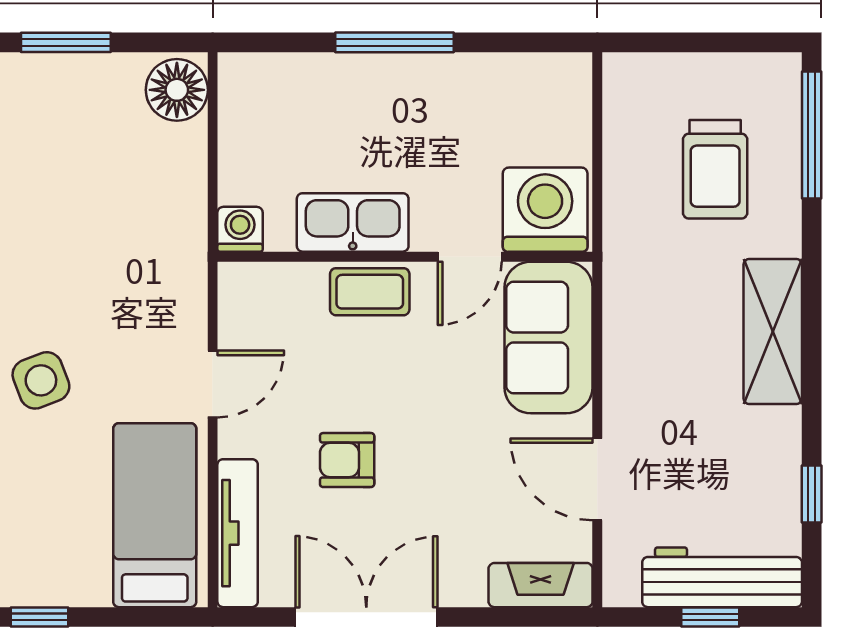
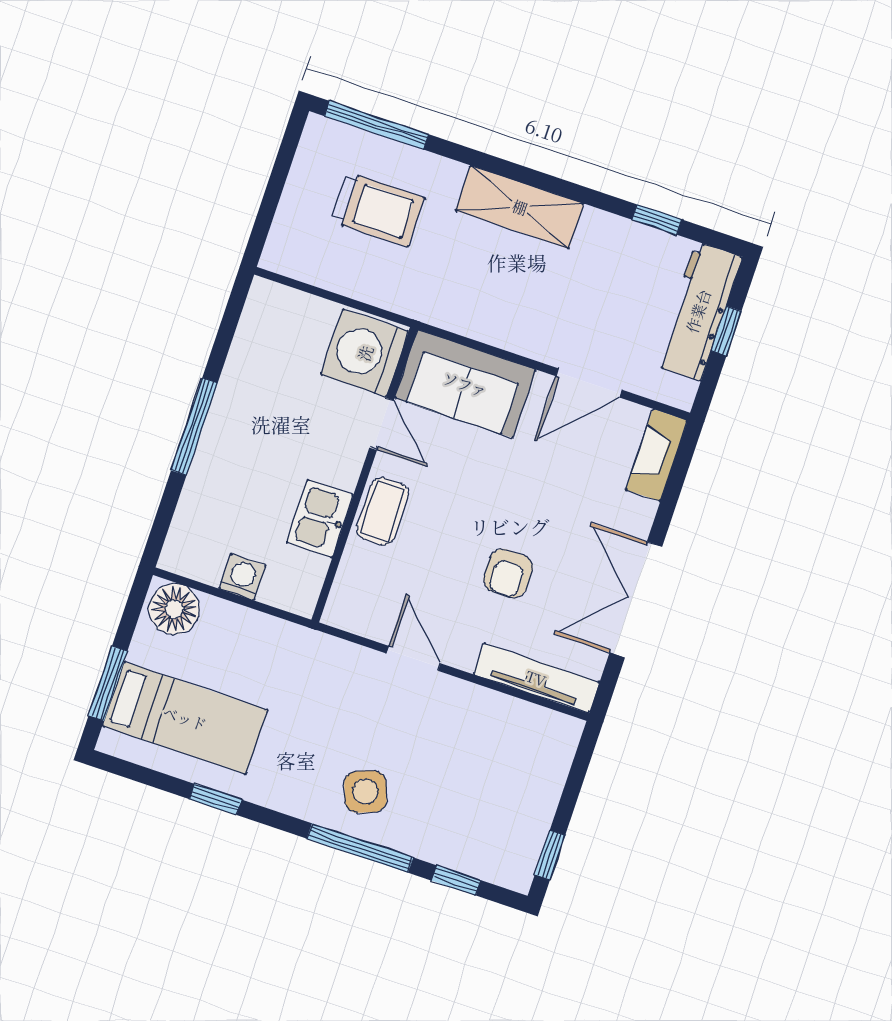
kitchen sink: (353, 222) -> (320, 518), width x0.73
washing machine: (240, 229) -> (242, 577), moved, turned 90
bed: (155, 515) -> (185, 718), moved, turned 180

